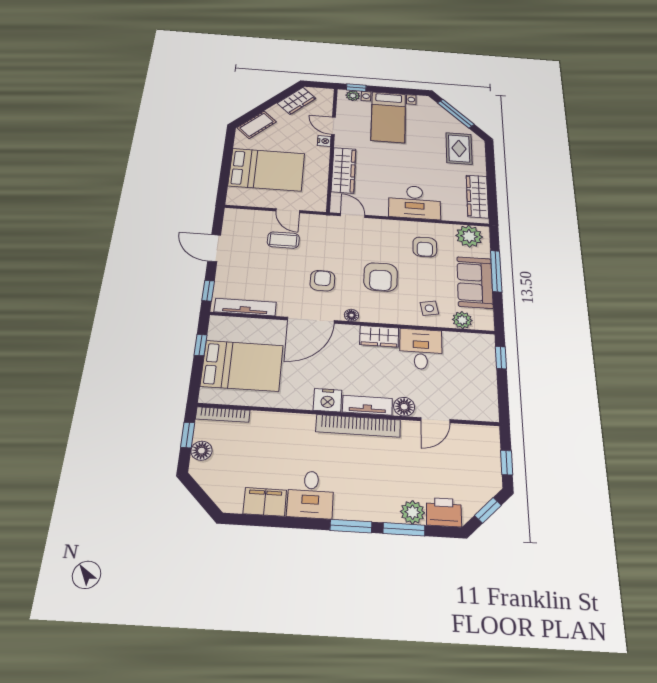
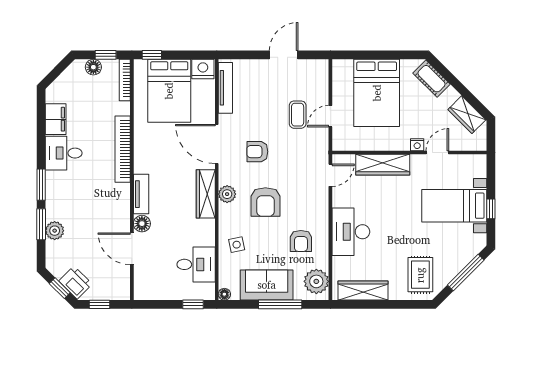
window: (356, 88) -> (491, 209), moved
plant: (353, 96) -> (479, 170), removed
rug: (459, 148) -> (420, 275), turned 90
armchair: (425, 247) -> (301, 241), turned -90
armchair: (381, 277) -> (265, 202), turned -90
armchair: (322, 281) -> (257, 152), turned 180
window: (208, 291) -> (239, 55), removed
floor lamp: (351, 315) -> (224, 294), moved
plant: (462, 320) -> (227, 194), moved
wardrobe: (379, 336) -> (206, 194), width x1.50
window: (200, 345) -> (152, 55), moved
desk: (421, 349) -> (196, 264), moved
nightstand: (328, 400) -> (203, 69), moved, turned 90
door: (435, 420) -> (132, 249), width x1.38
bookcase: (358, 426) -> (123, 149), moved
printer: (444, 512) -> (76, 283), moved, turned -45

